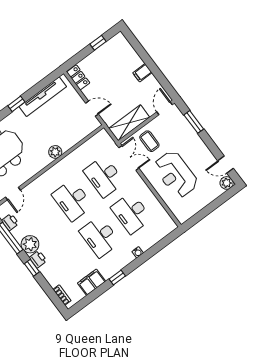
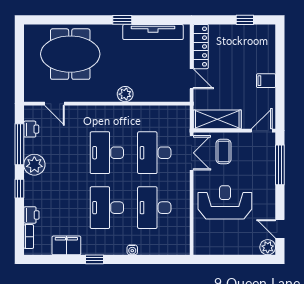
locker: (78, 77) -> (201, 47), width x1.53
window: (194, 122) -> (280, 165), width x1.44
reception desk: (176, 174) -> (225, 202), turned 90
door: (13, 194) -> (54, 104), hinge flipped
printer: (38, 259) -> (31, 215), moved

